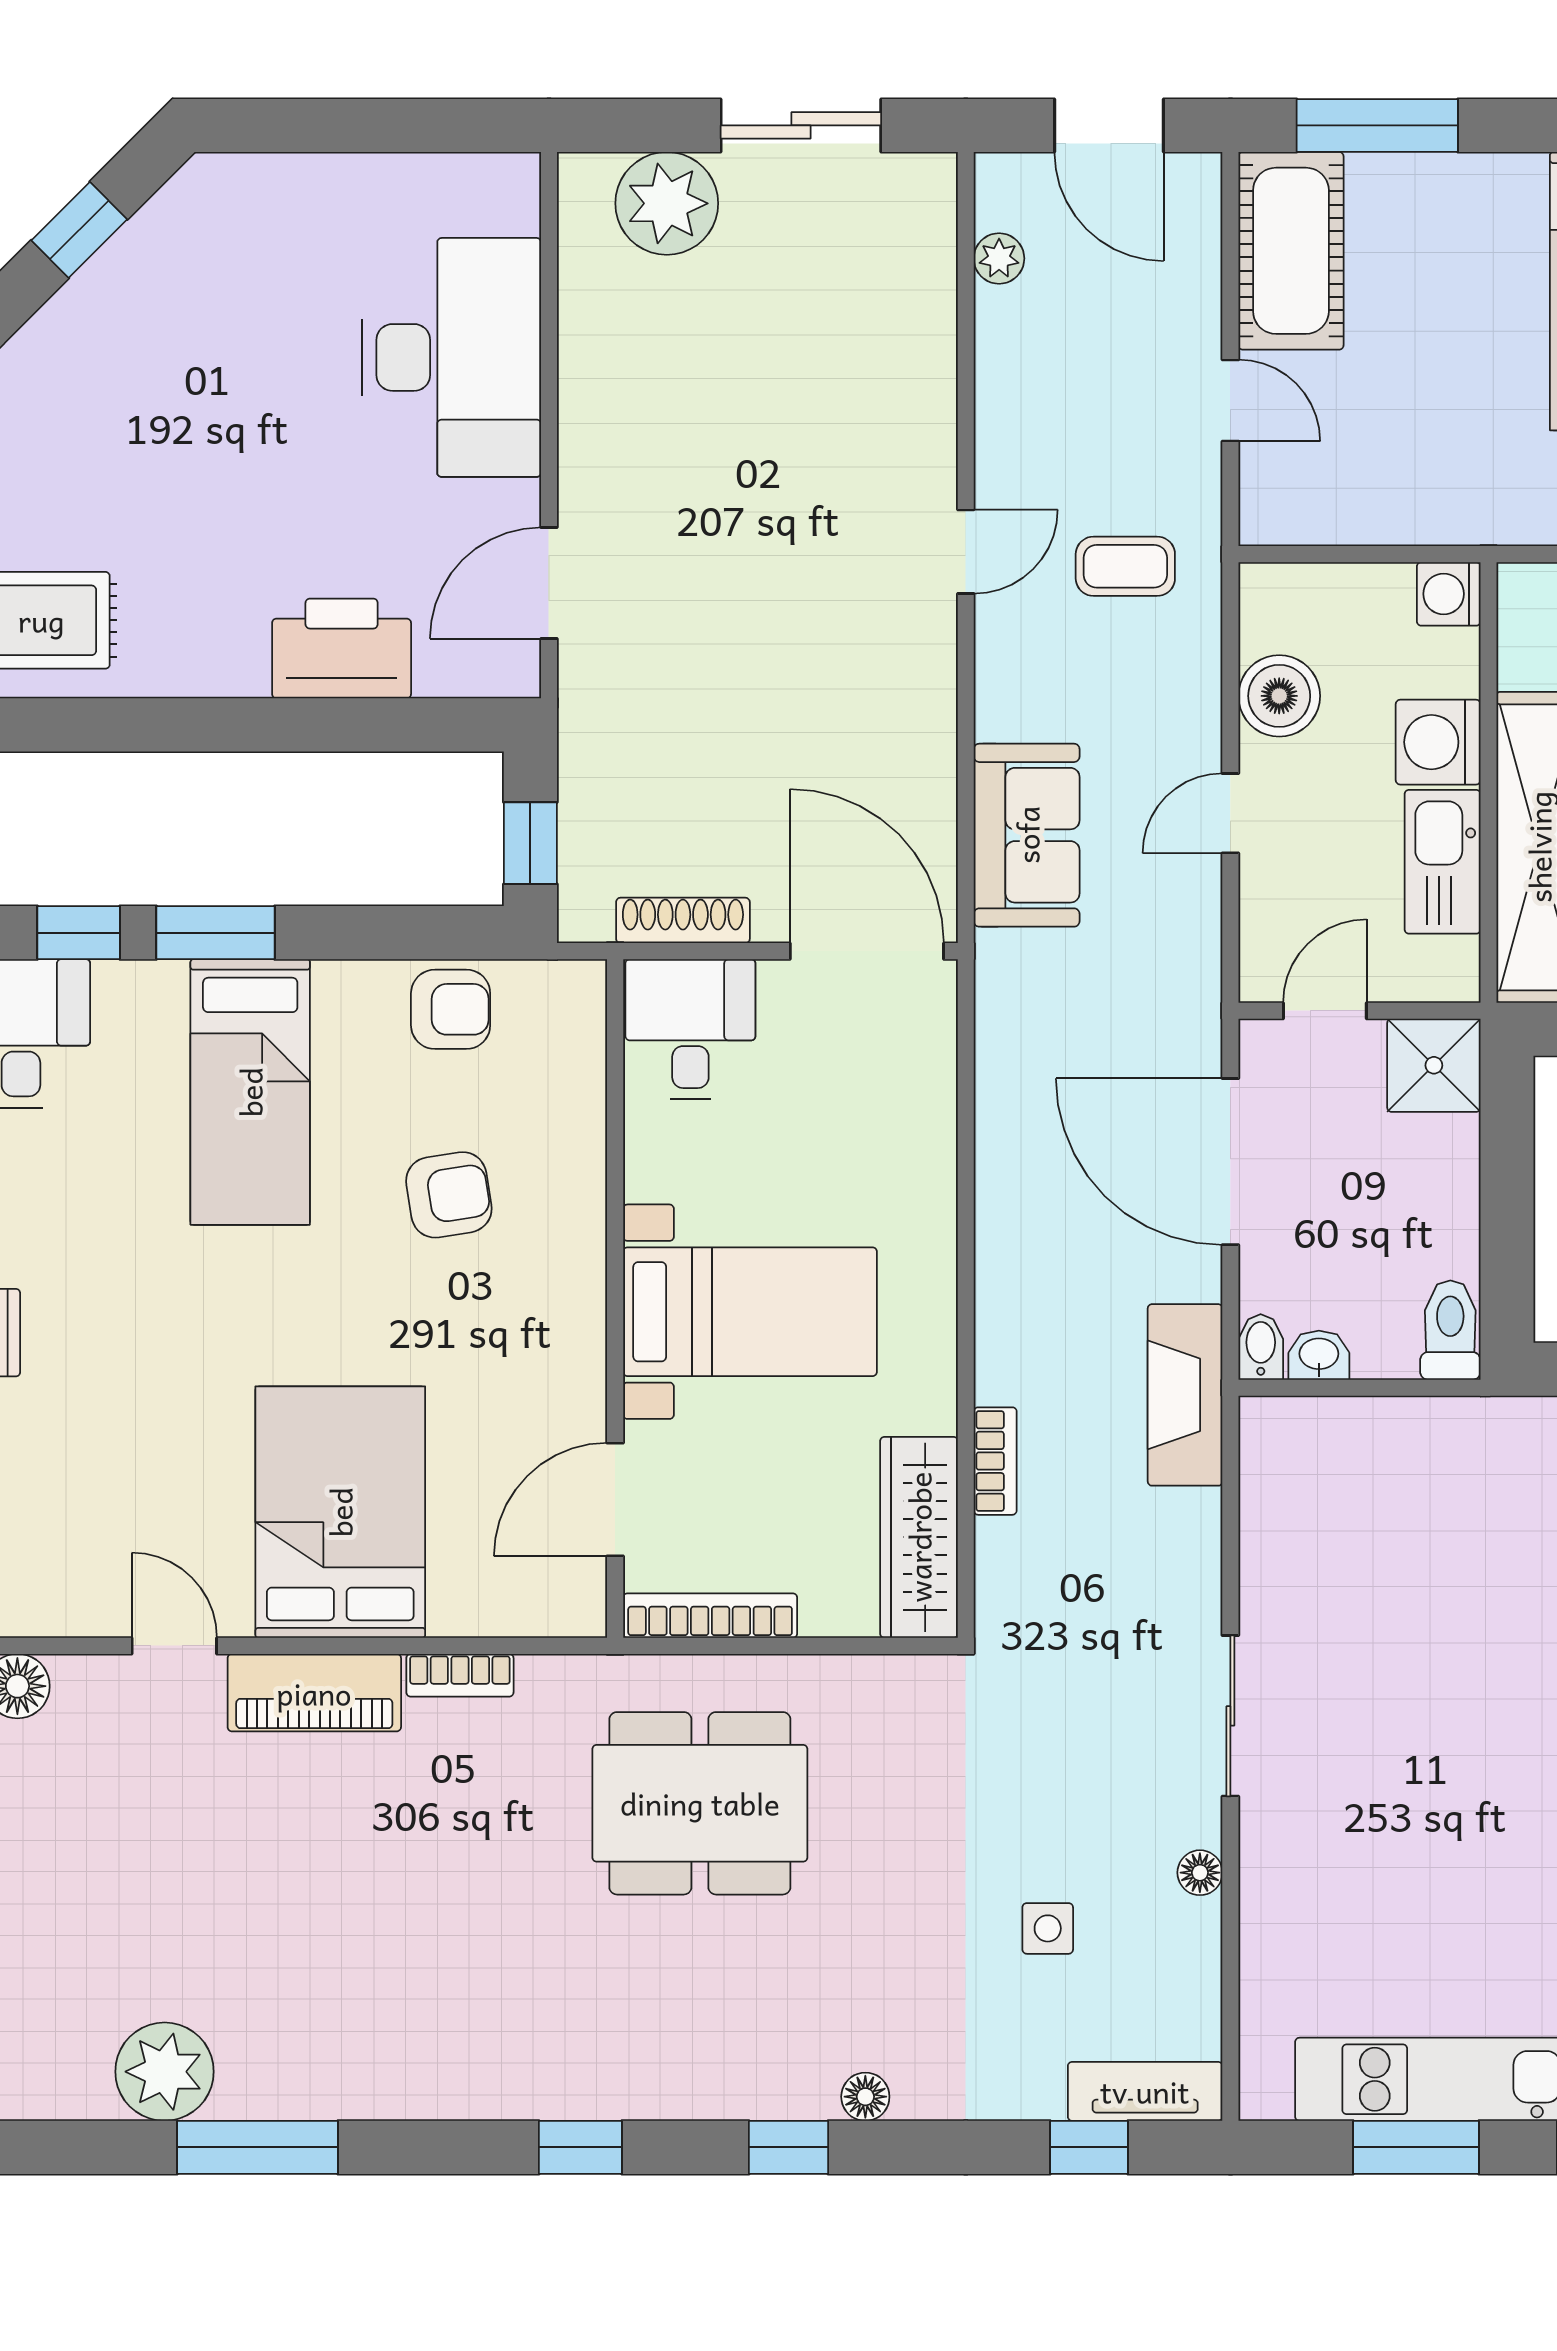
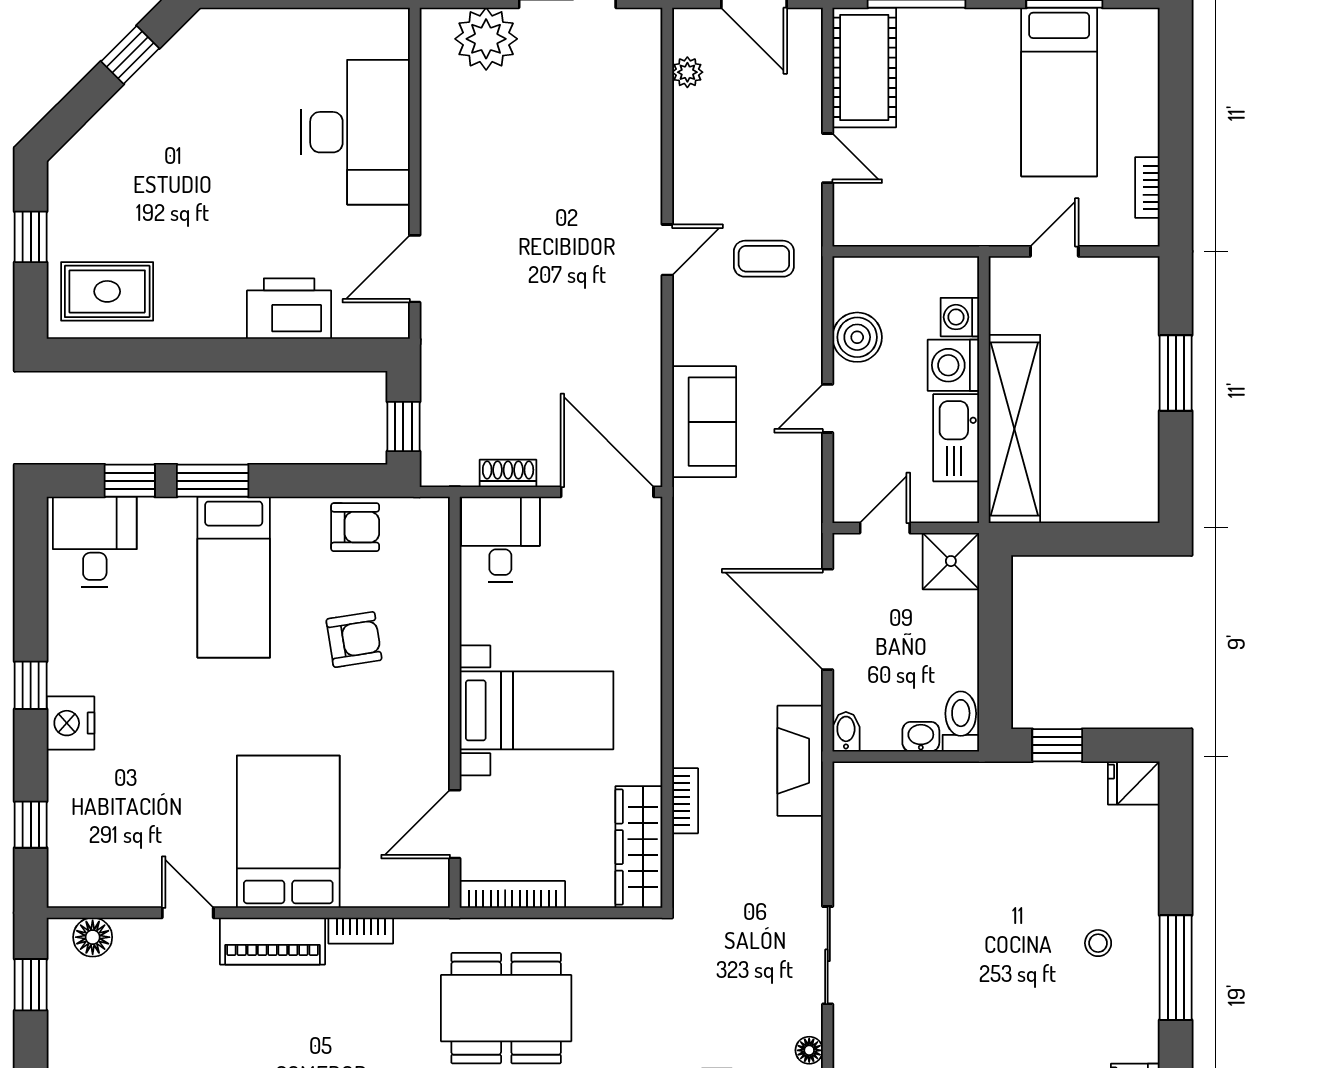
washing machine: (1449, 594) -> (960, 317), moved
shoe rack: (683, 920) -> (508, 473), width x0.70
washbasin: (1319, 1355) -> (921, 737), moved

